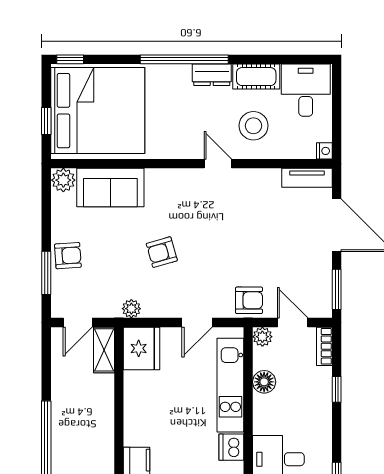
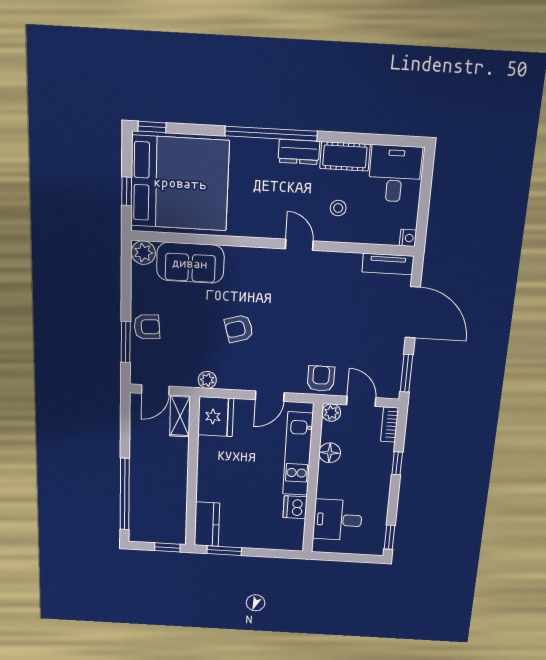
stool: (253, 126) -> (338, 208), width x0.53, depth x0.53
armchair: (249, 300) -> (321, 379), turned -90

